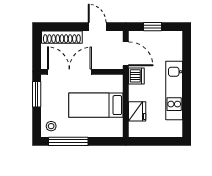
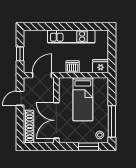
dishwasher: (136, 76) -> (73, 67), moved
window: (37, 94) -> (88, 147), moved
fridge: (137, 111) -> (101, 66), moved

